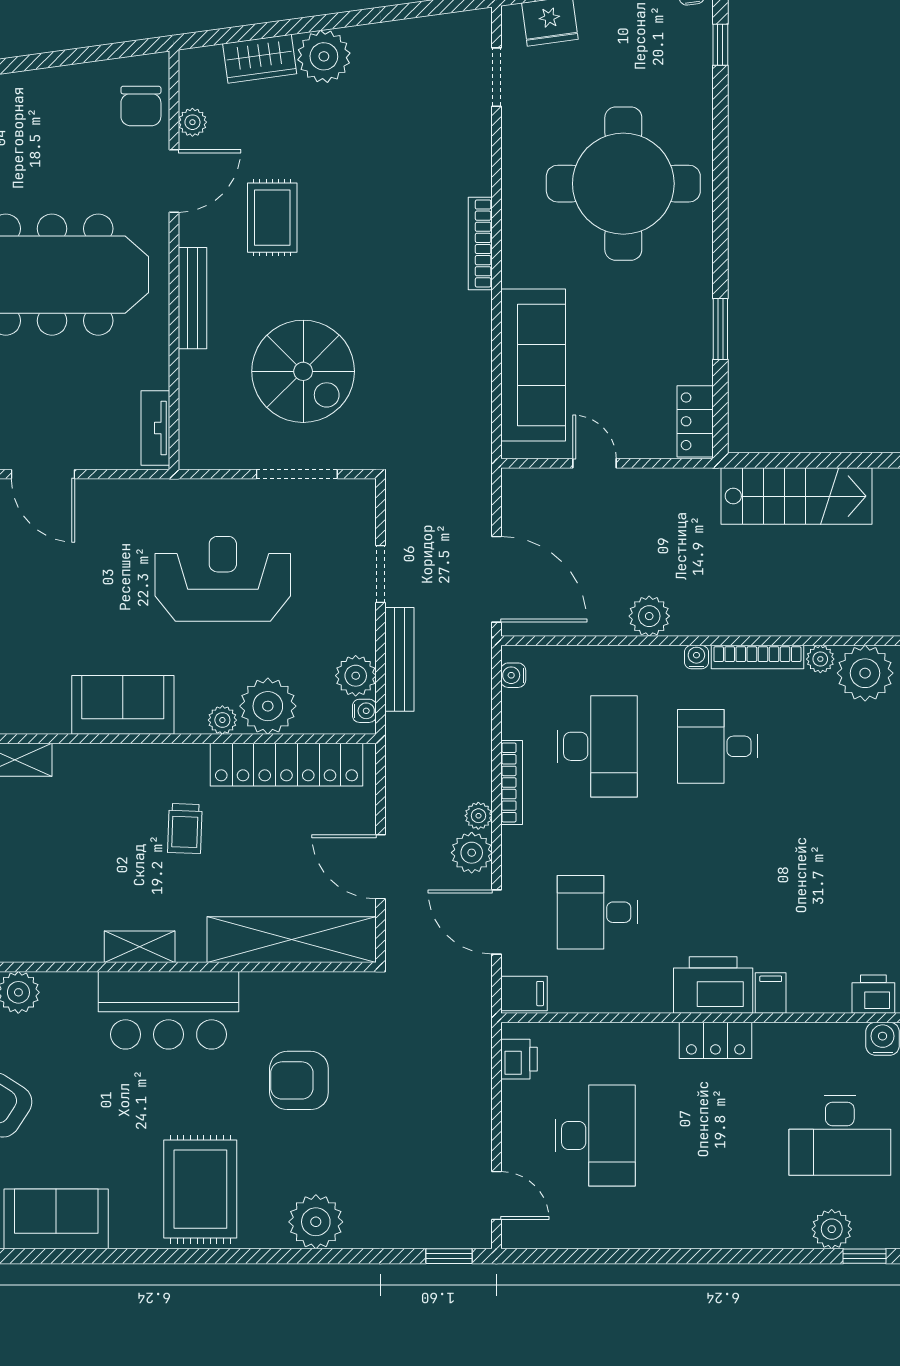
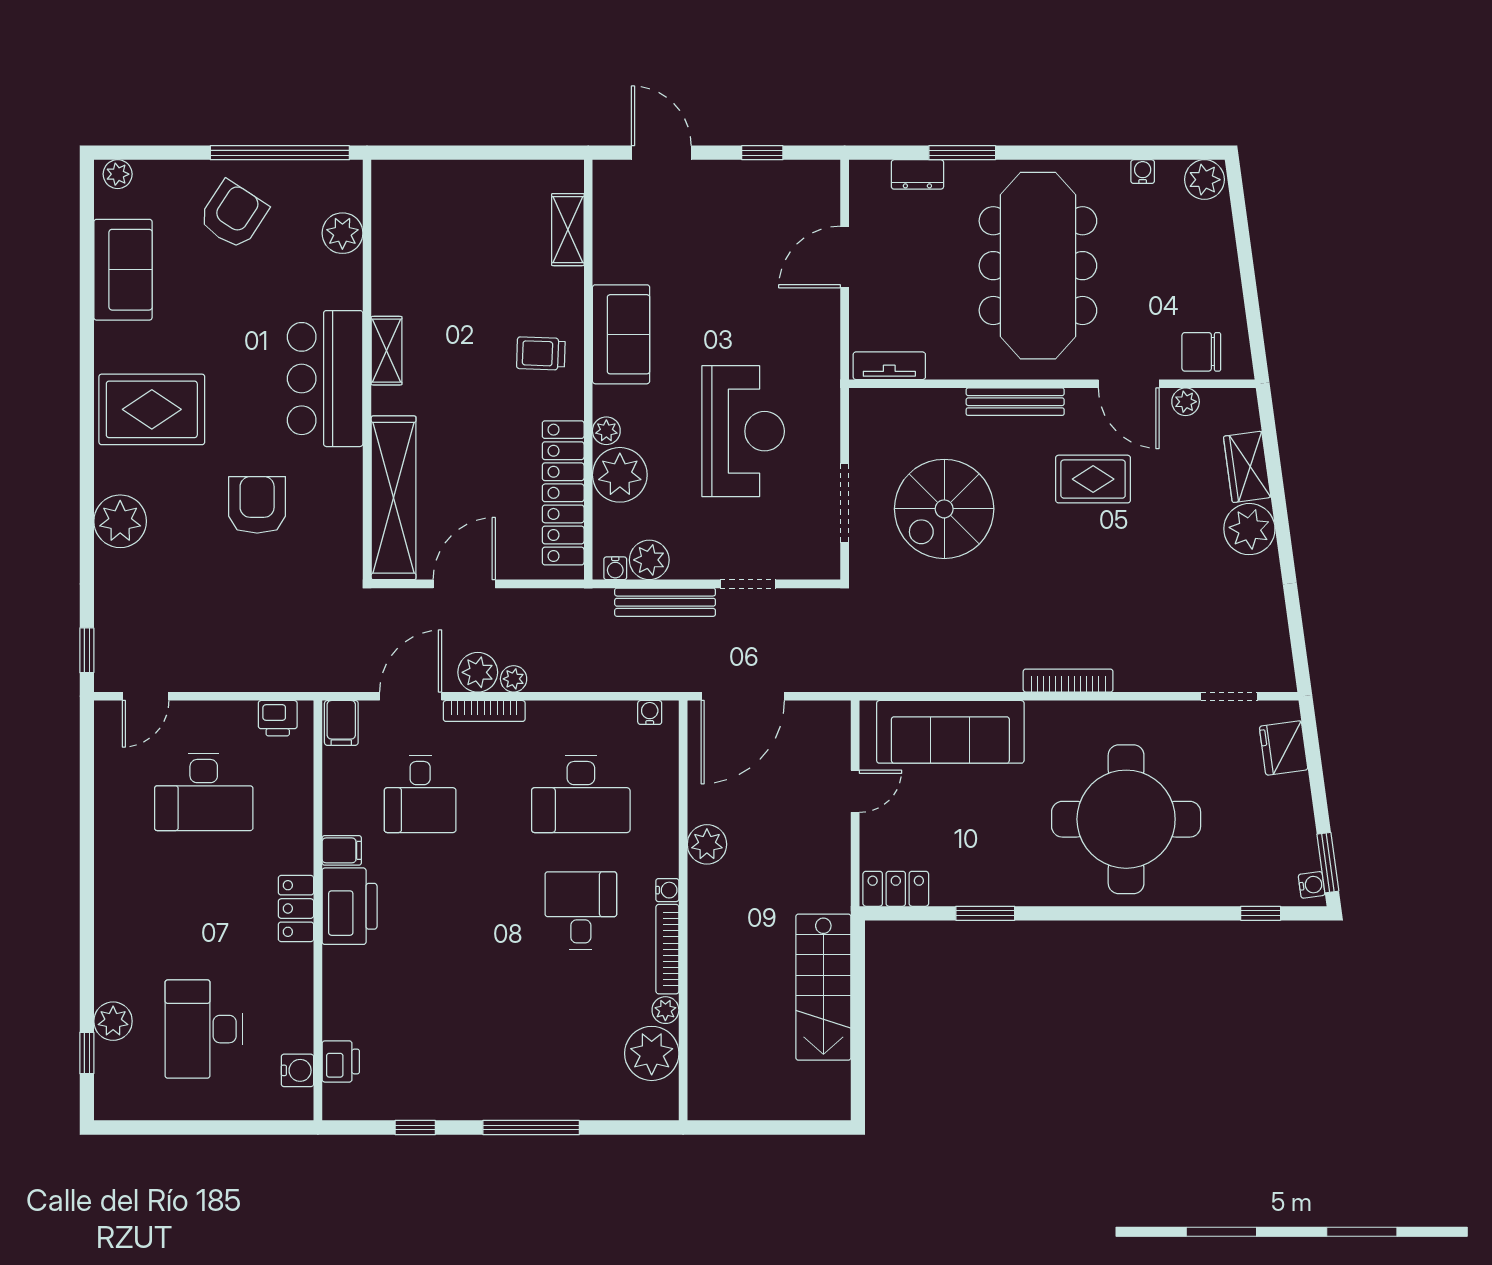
bookcase: (512, 782) -> (484, 711), moved
trolley: (185, 828) -> (541, 353), moved
desk: (597, 912) -> (420, 794), turned 180
filing cabinet: (771, 993) -> (342, 850), moved

